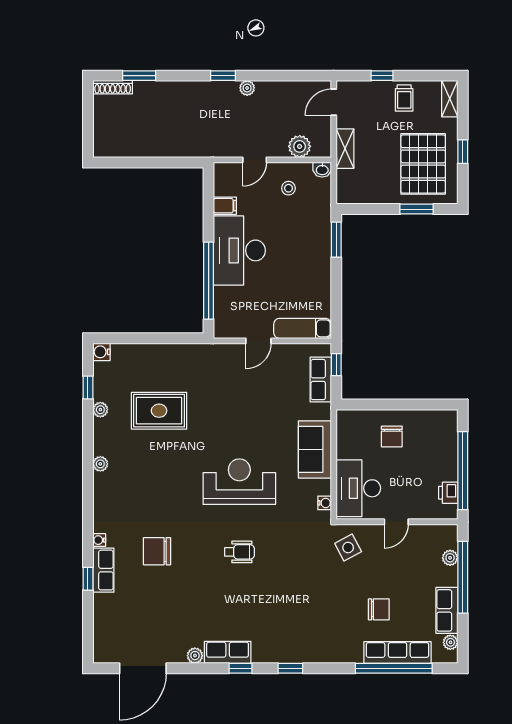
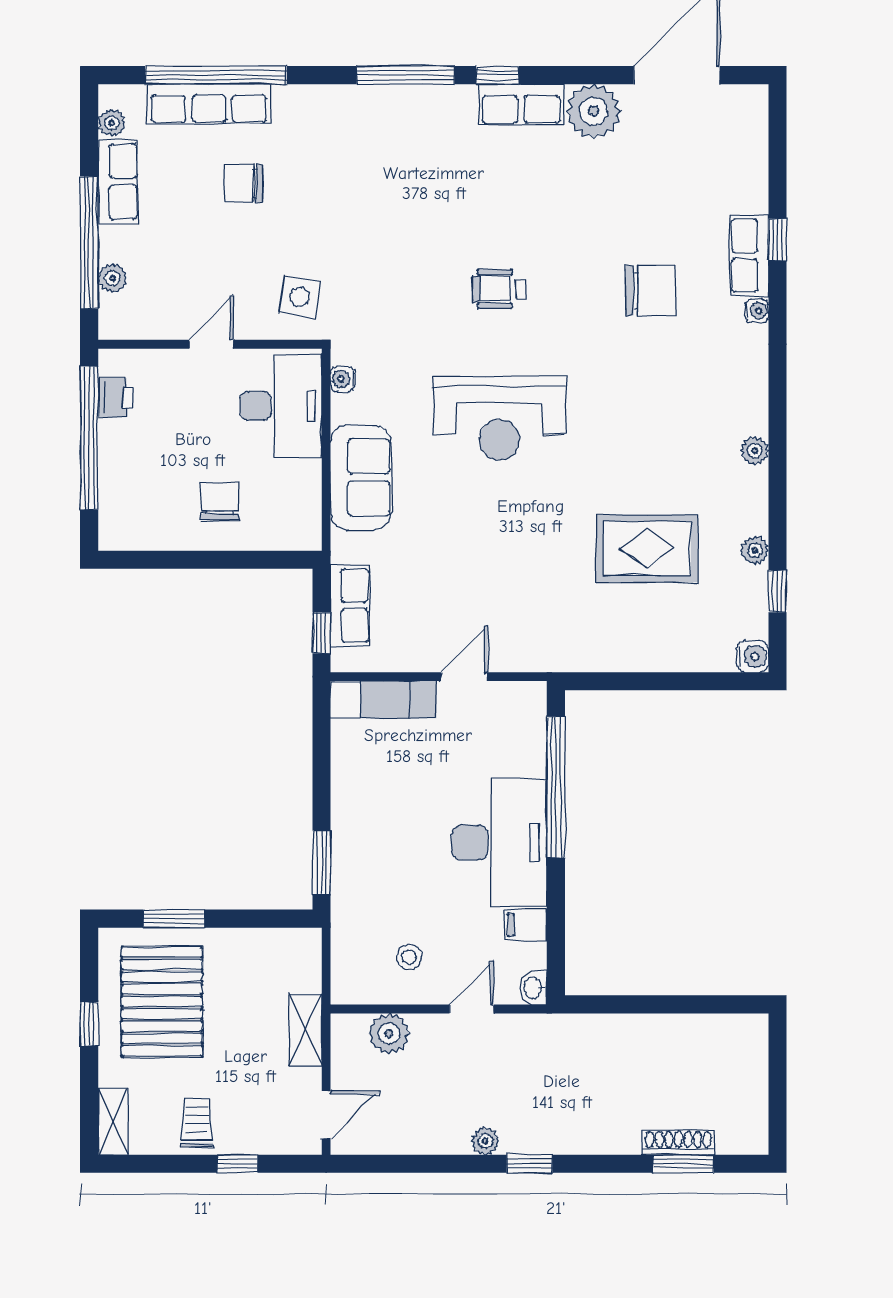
shoe rack: (113, 87) -> (678, 1142), moved
washbasin: (322, 170) -> (533, 988), moved, turned -90
side table: (348, 548) -> (300, 297), turned 37
plant: (195, 656) -> (594, 111), width x1.87, depth x1.87
window: (290, 668) -> (406, 75), width x2.17

